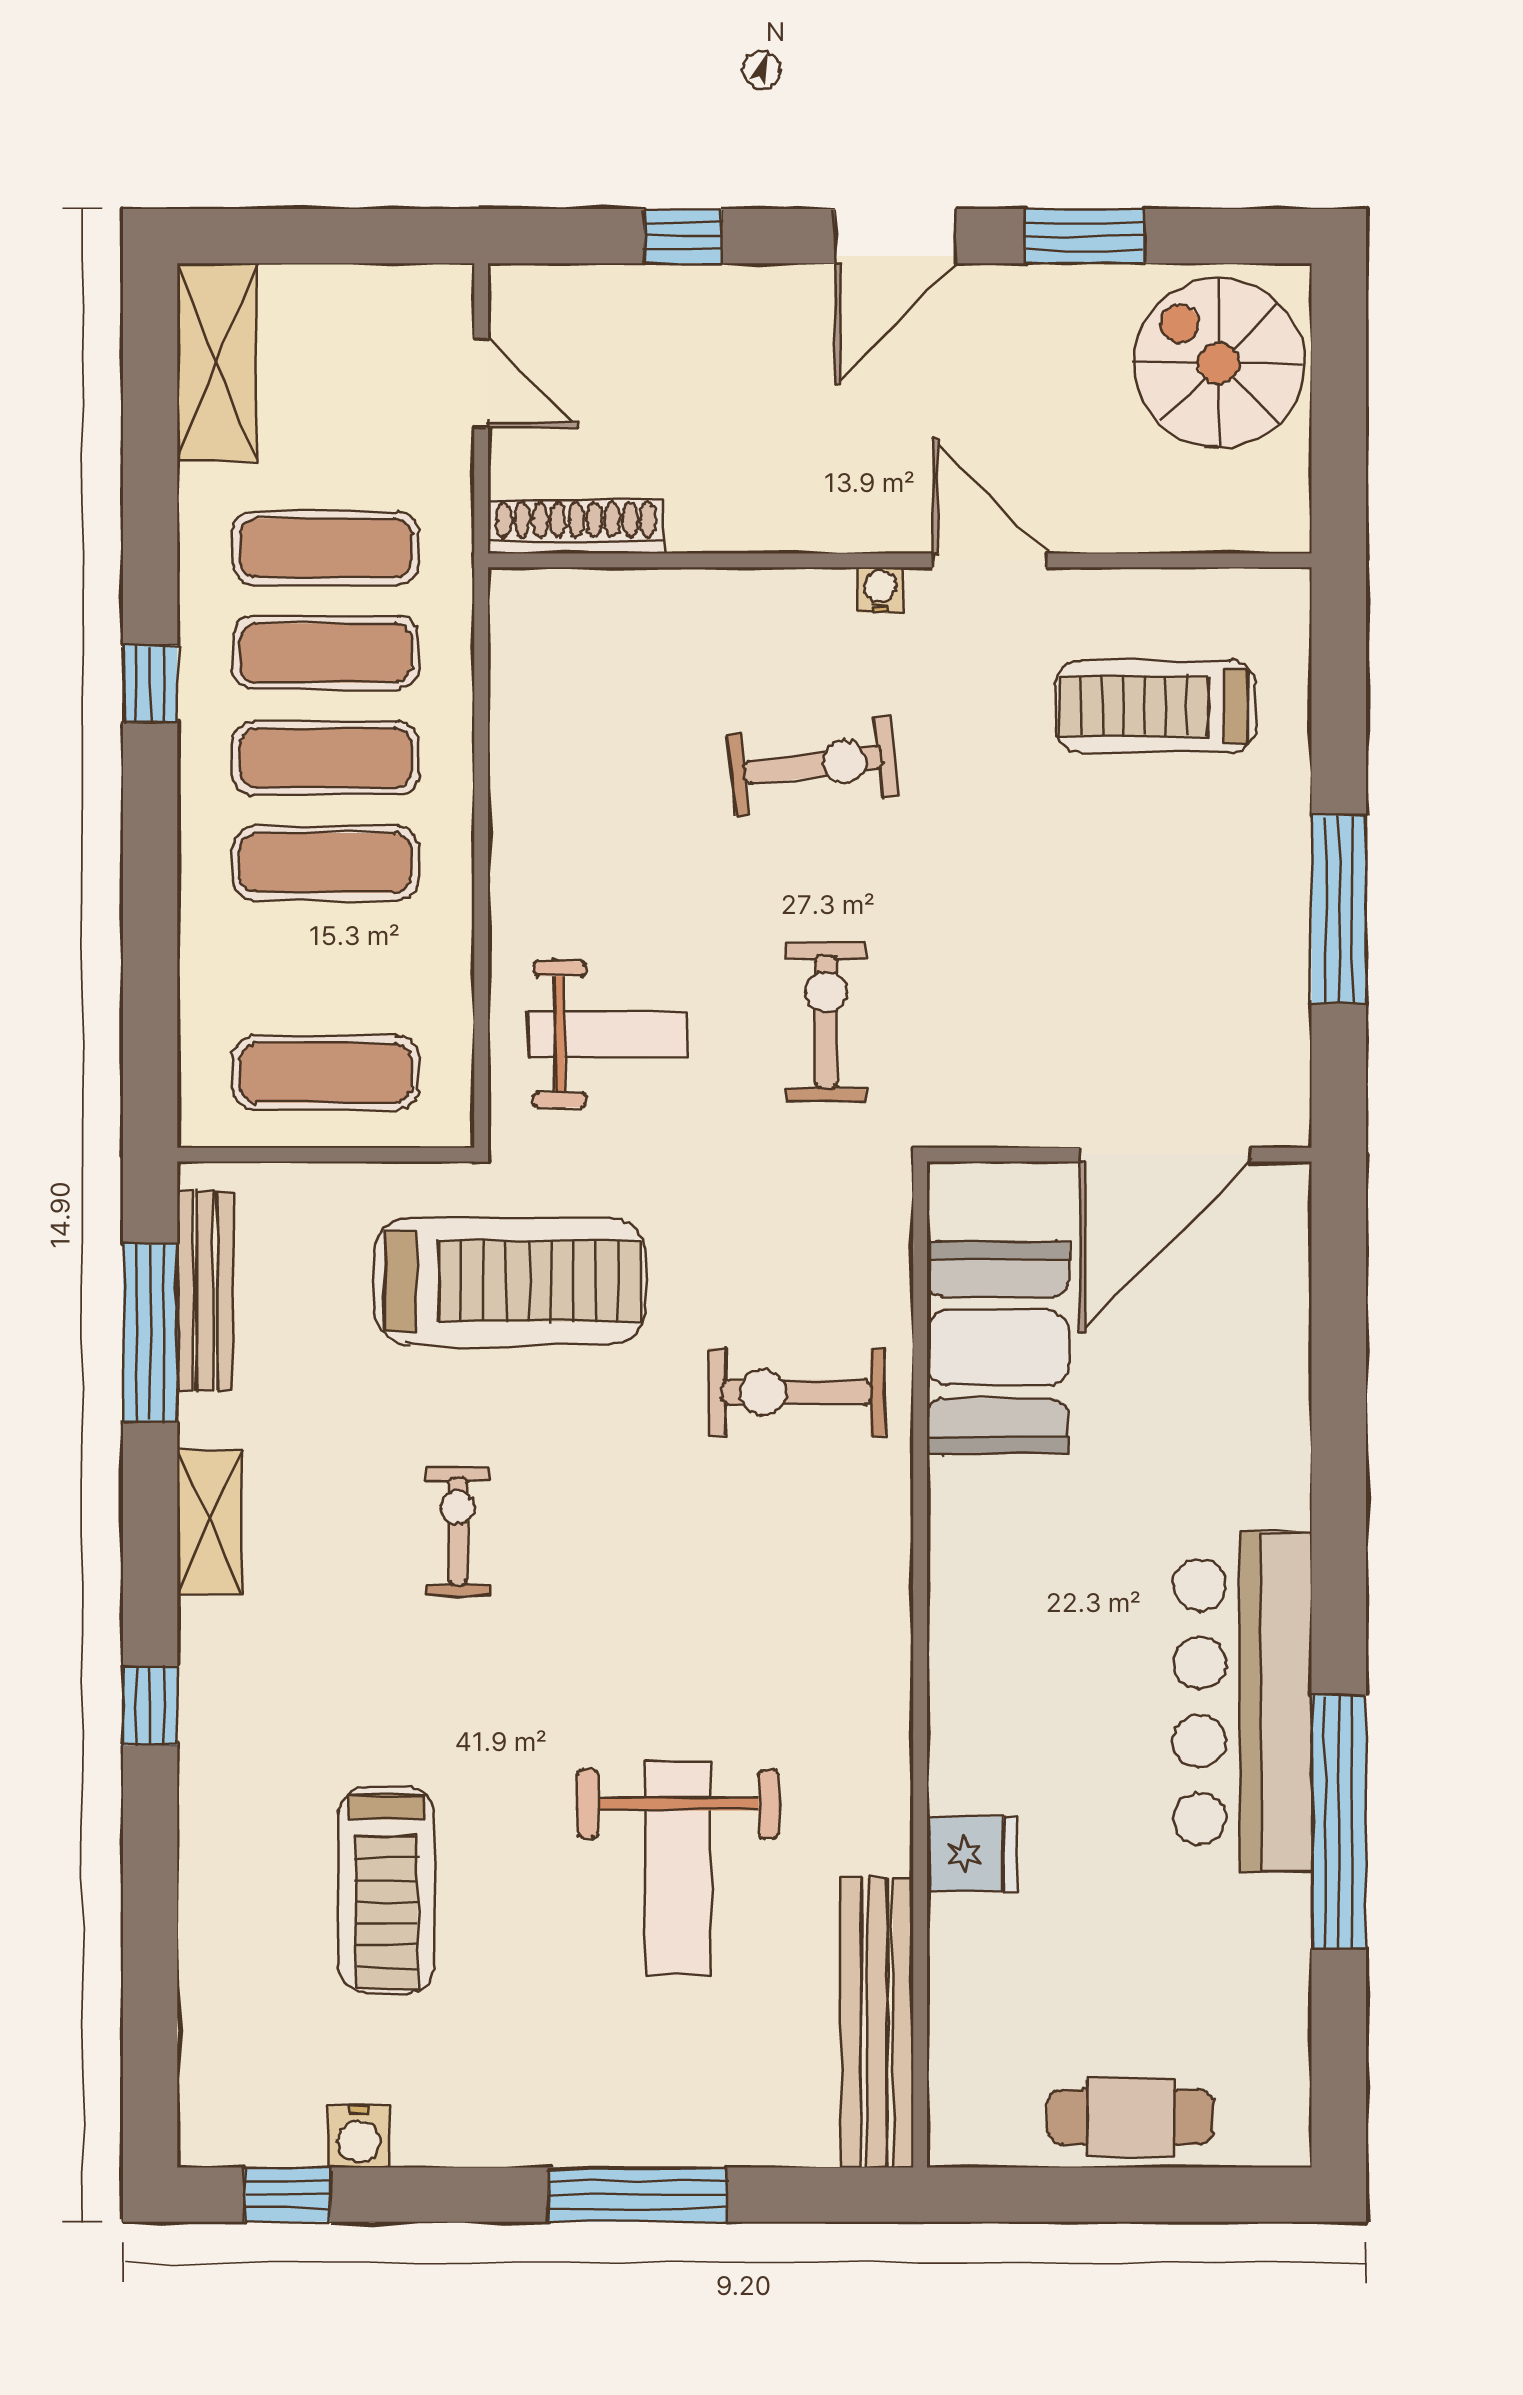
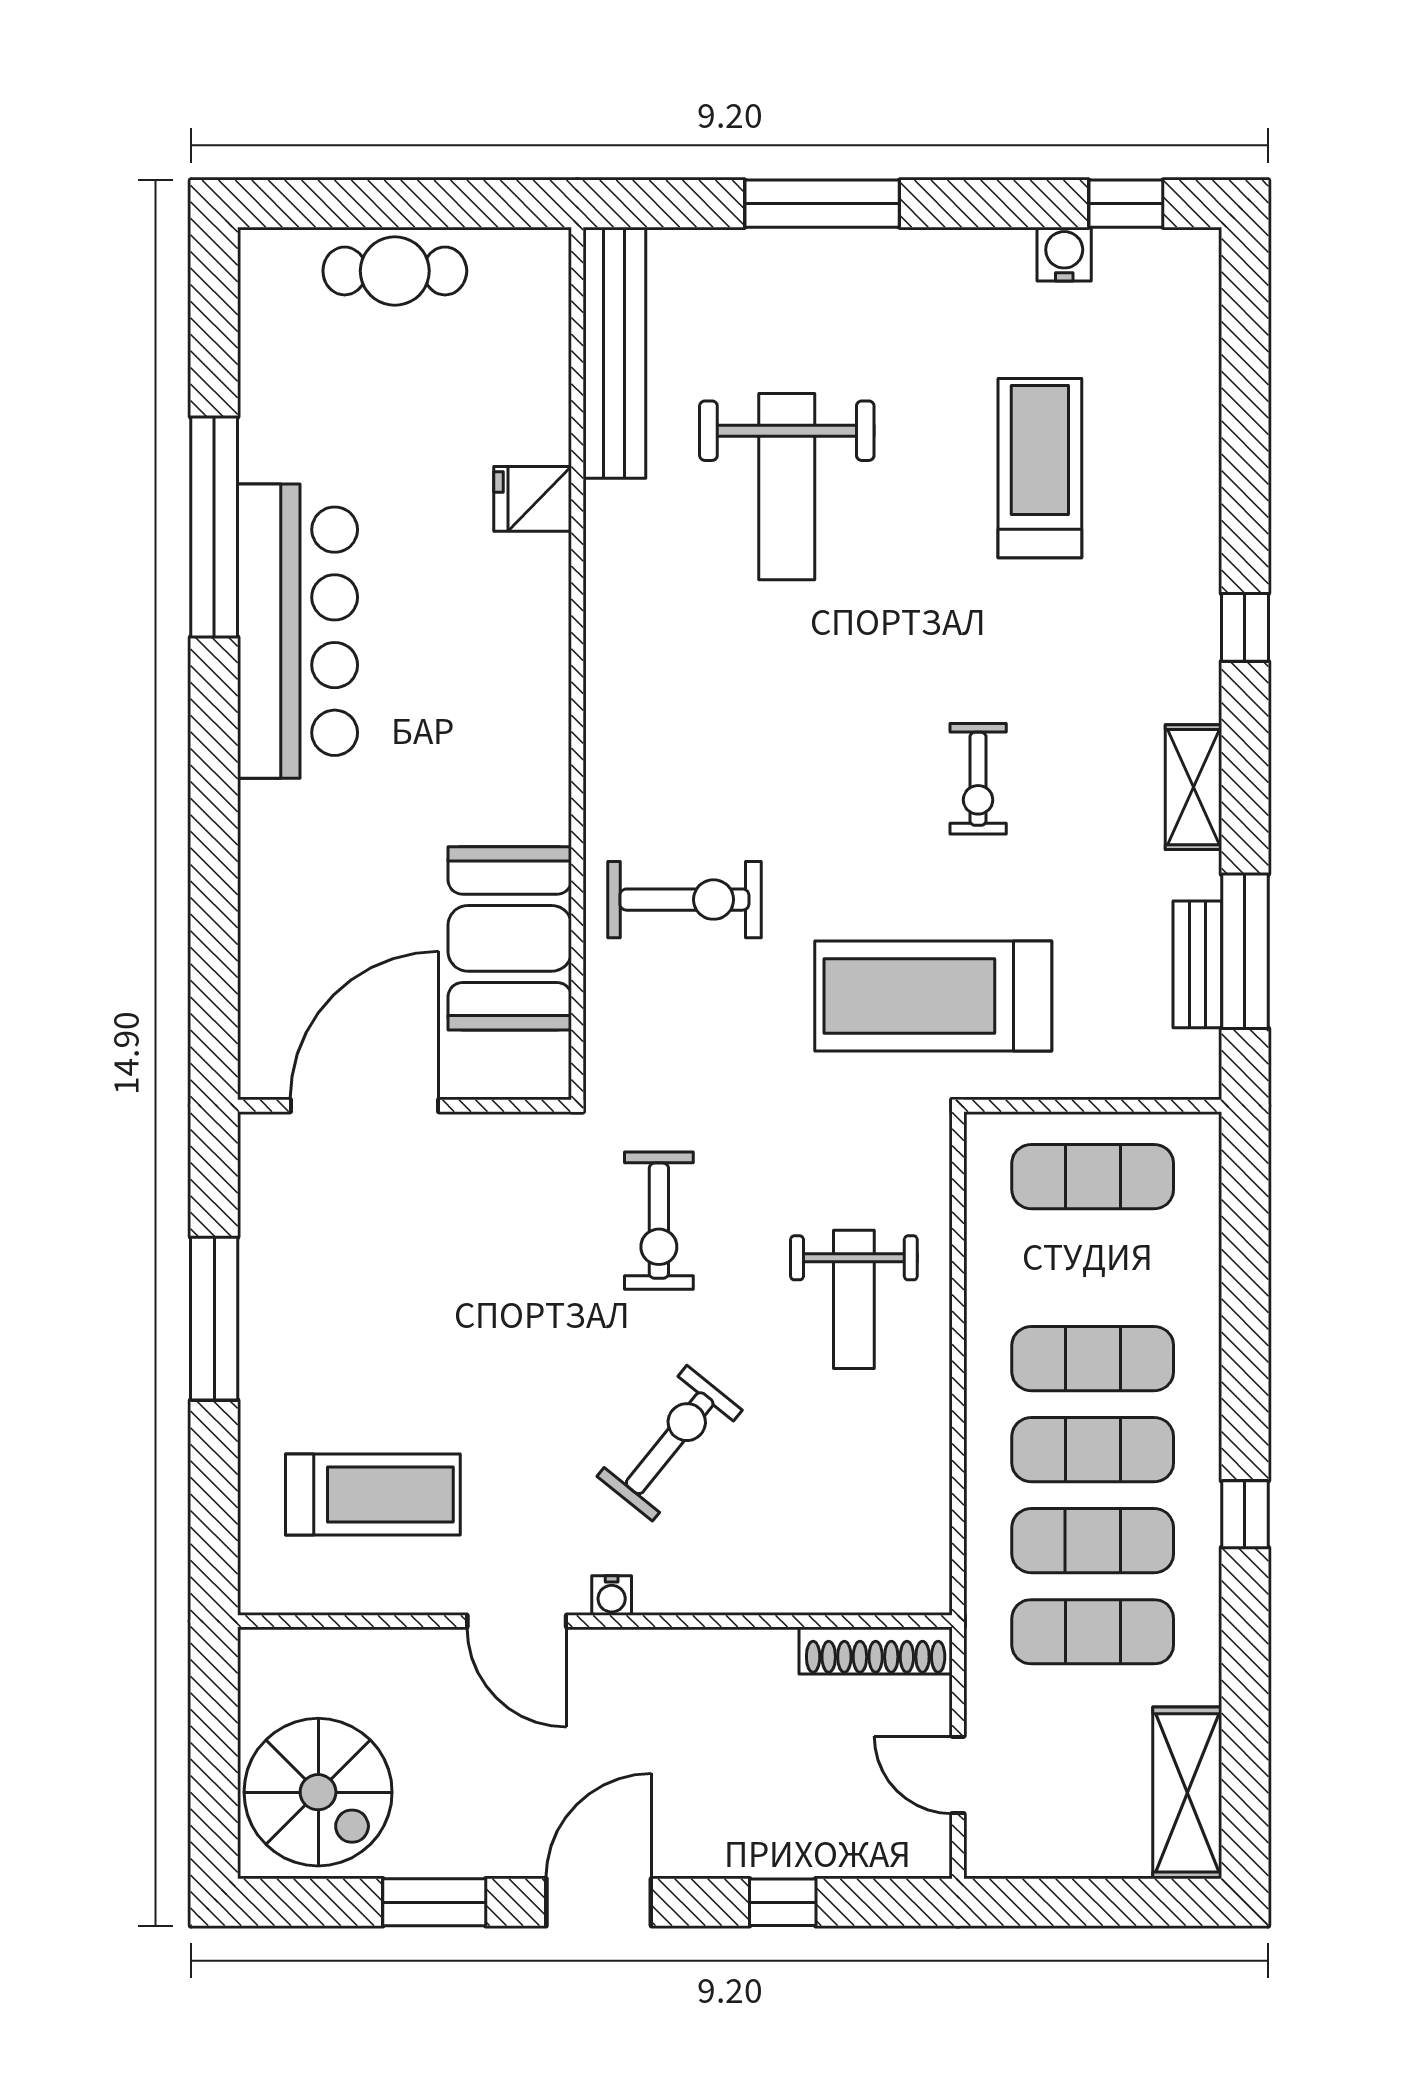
exercise bike: (813, 765) -> (670, 1443), turned 136
weight bench: (608, 1034) -> (854, 1299), moved, turned -90
bench: (205, 1291) -> (1197, 964), width x0.73
weight bench: (678, 1868) -> (787, 487), turned 180

